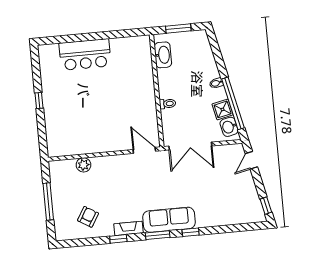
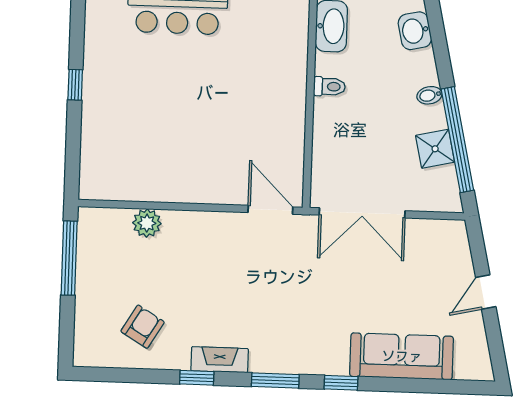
toilet: (168, 104) -> (329, 87), moved
washbasin: (229, 127) -> (415, 31), moved
door: (251, 160) -> (486, 292), moved
window: (48, 201) -> (69, 258), moved
window: (266, 206) -> (496, 350), removed
sofa: (169, 220) -> (402, 356), moved

